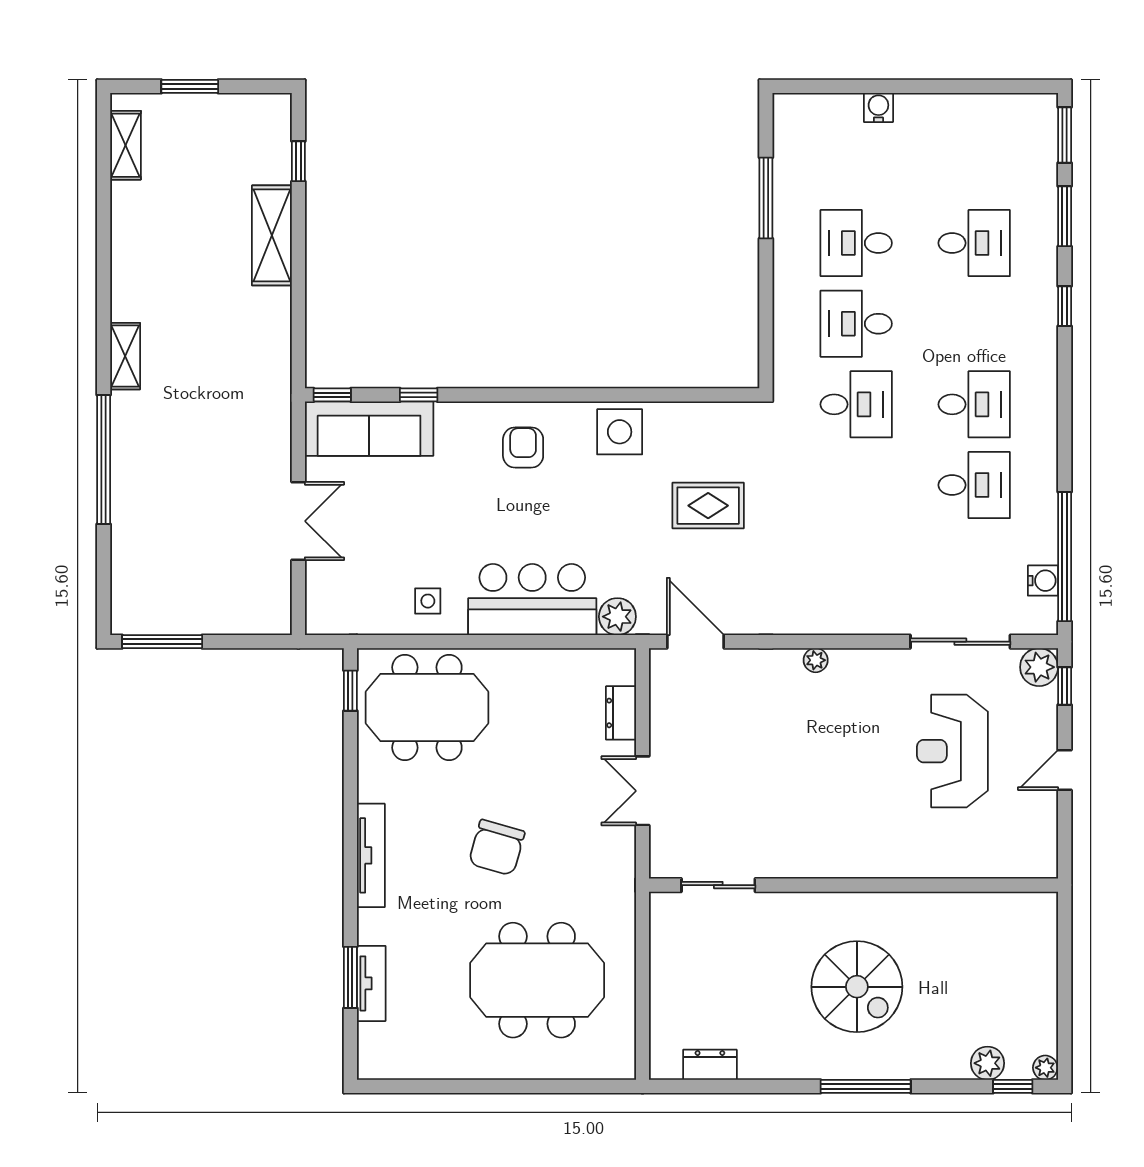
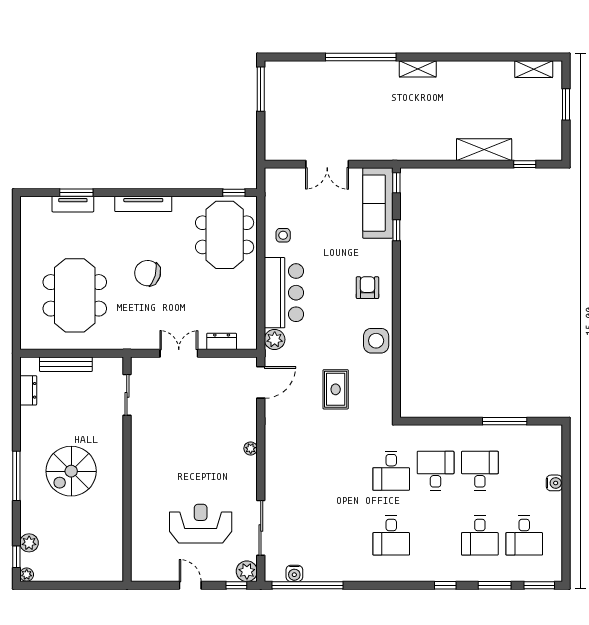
armchair: (523, 448) -> (367, 288), turned -90
desk: (974, 485) -> (524, 536), moved
bench: (662, 996) -> (66, 364), added

